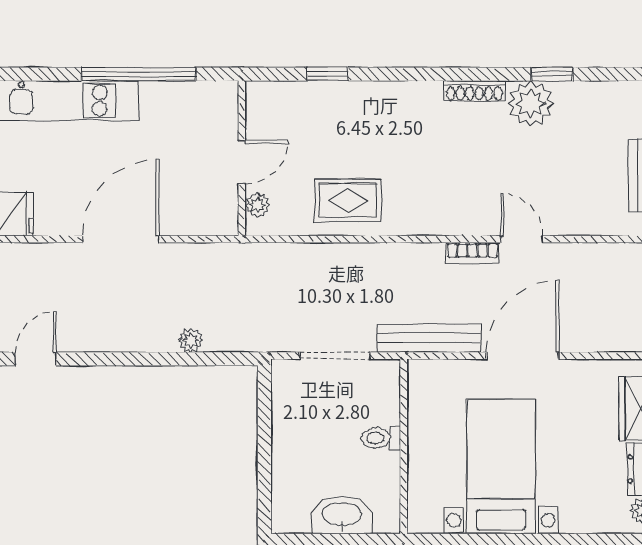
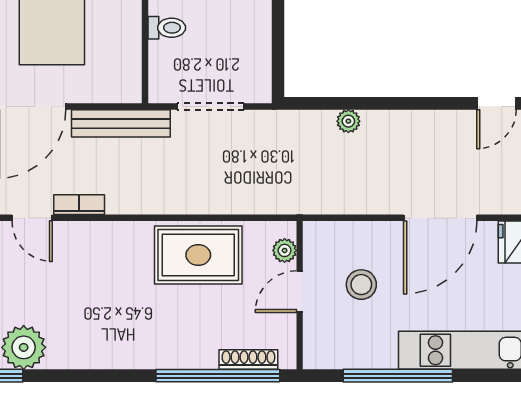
window: (327, 74) -> (218, 376), width x3.17
shoe rack: (474, 91) -> (248, 359), moved
stool: (177, 169) -> (361, 285), added
rug: (348, 200) -> (198, 255), width x1.36, depth x1.43
door: (121, 239) -> (440, 218), moved

